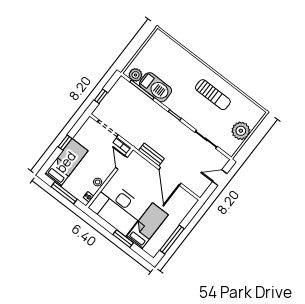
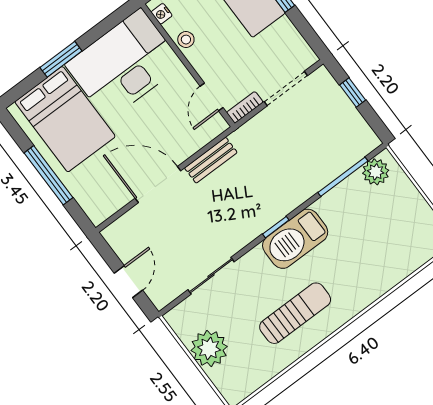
barbecue: (155, 87) -> (295, 239), moved
sun lounger: (213, 95) -> (295, 313), turned 180
door: (121, 162) -> (212, 97), swing flipped
bed: (147, 226) -> (65, 119), width x1.50
window: (172, 239) -> (48, 175), moved

